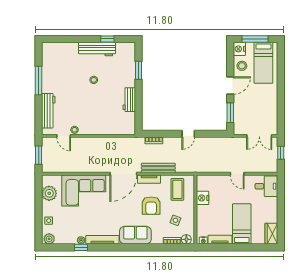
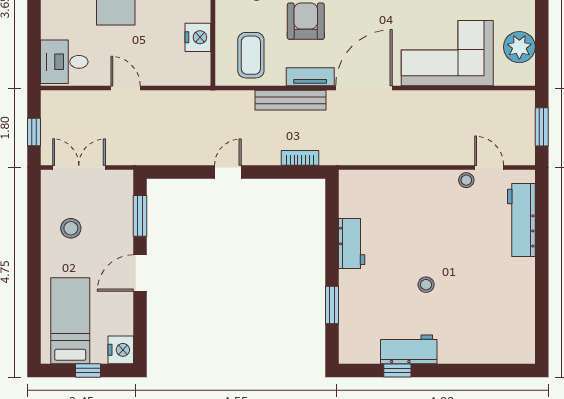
window: (255, 39) -> (88, 370), width x0.46
workbench: (97, 49) -> (409, 349), width x0.73
stool: (242, 66) -> (71, 228), moved
window: (39, 81) -> (542, 283), removed

